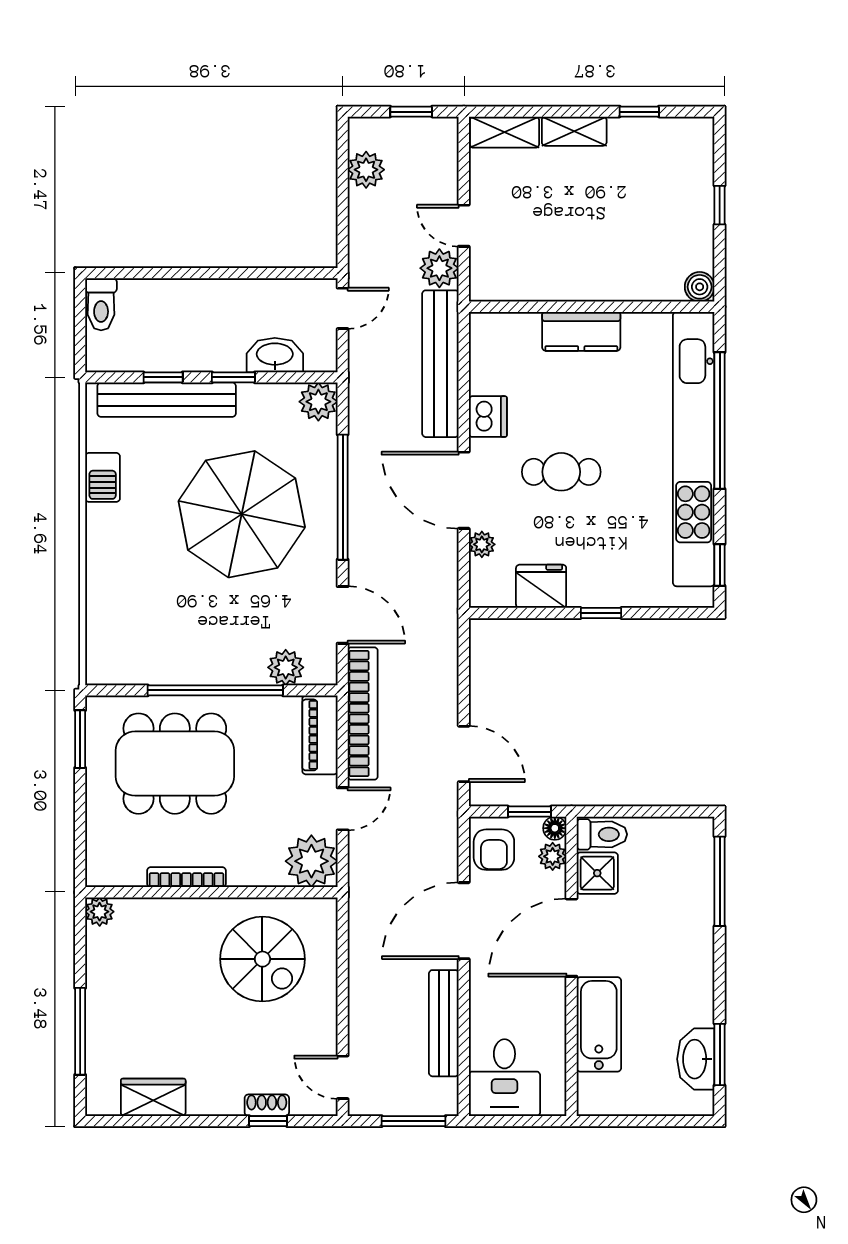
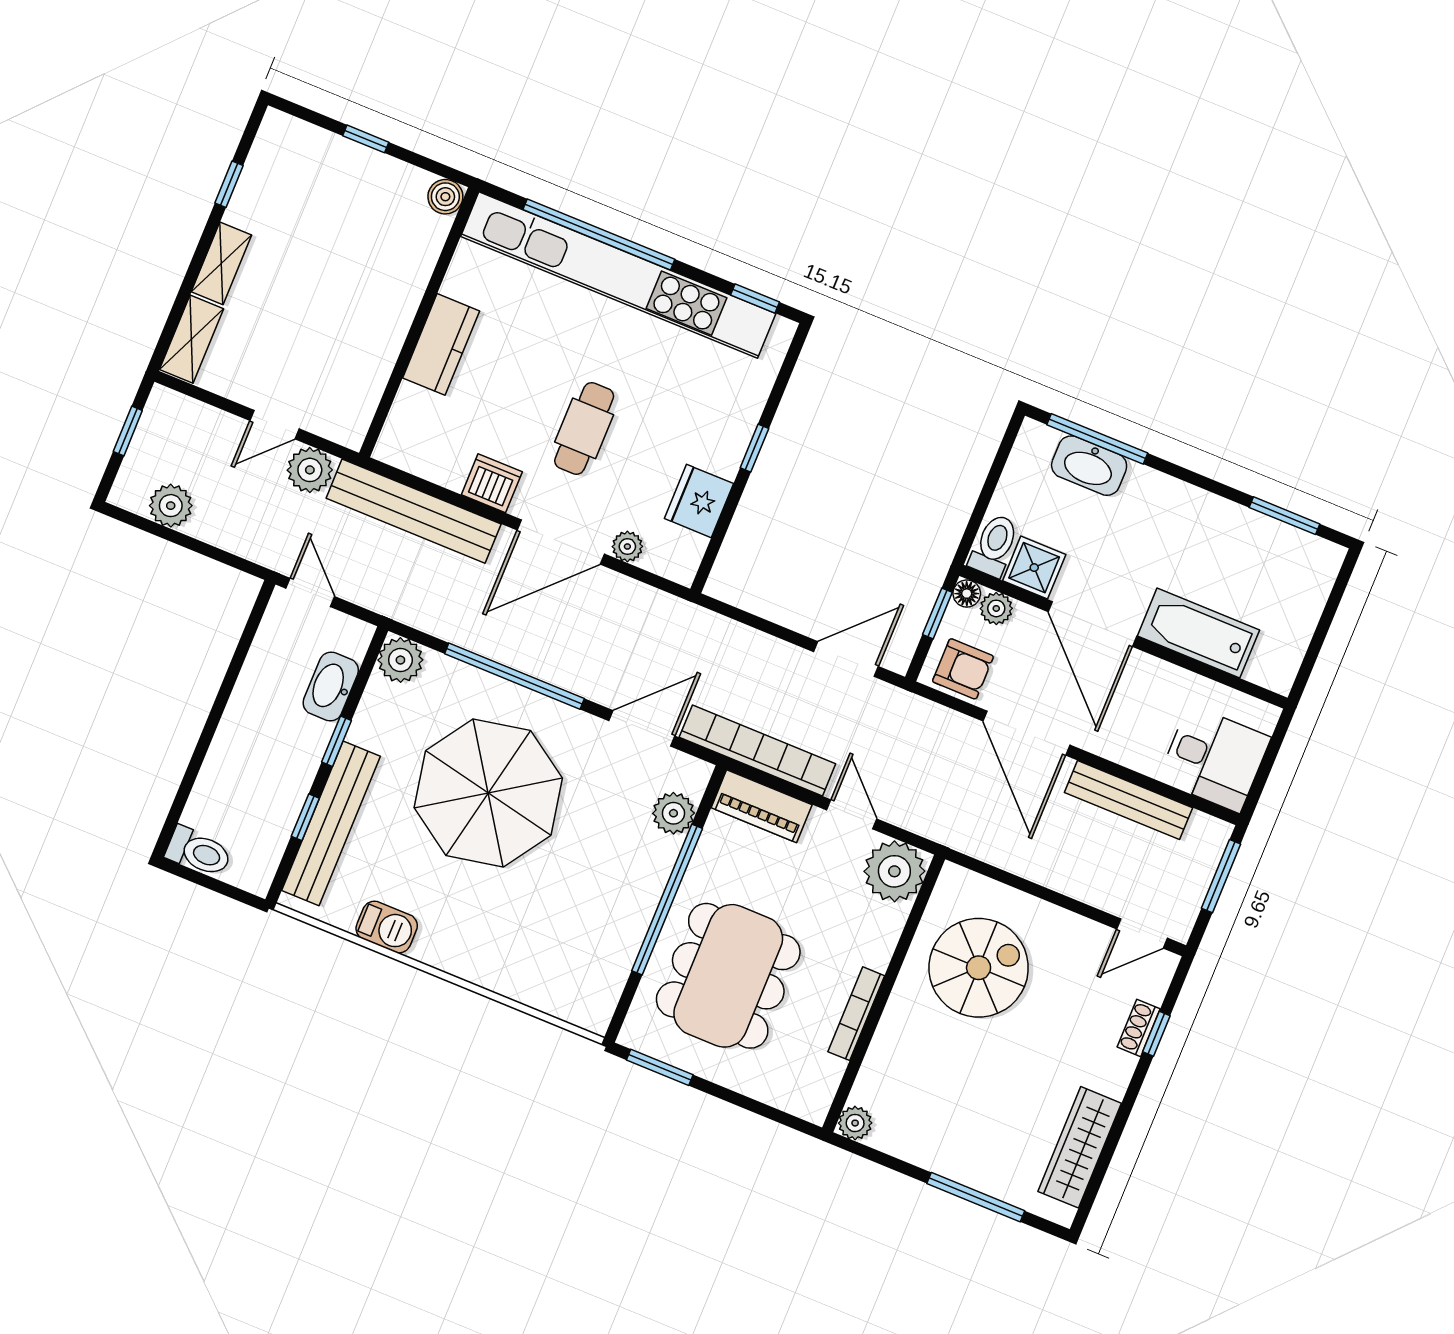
washbasin: (696, 1059) -> (1089, 466), moved
wardrobe: (153, 1097) -> (1080, 1147), width x1.50

